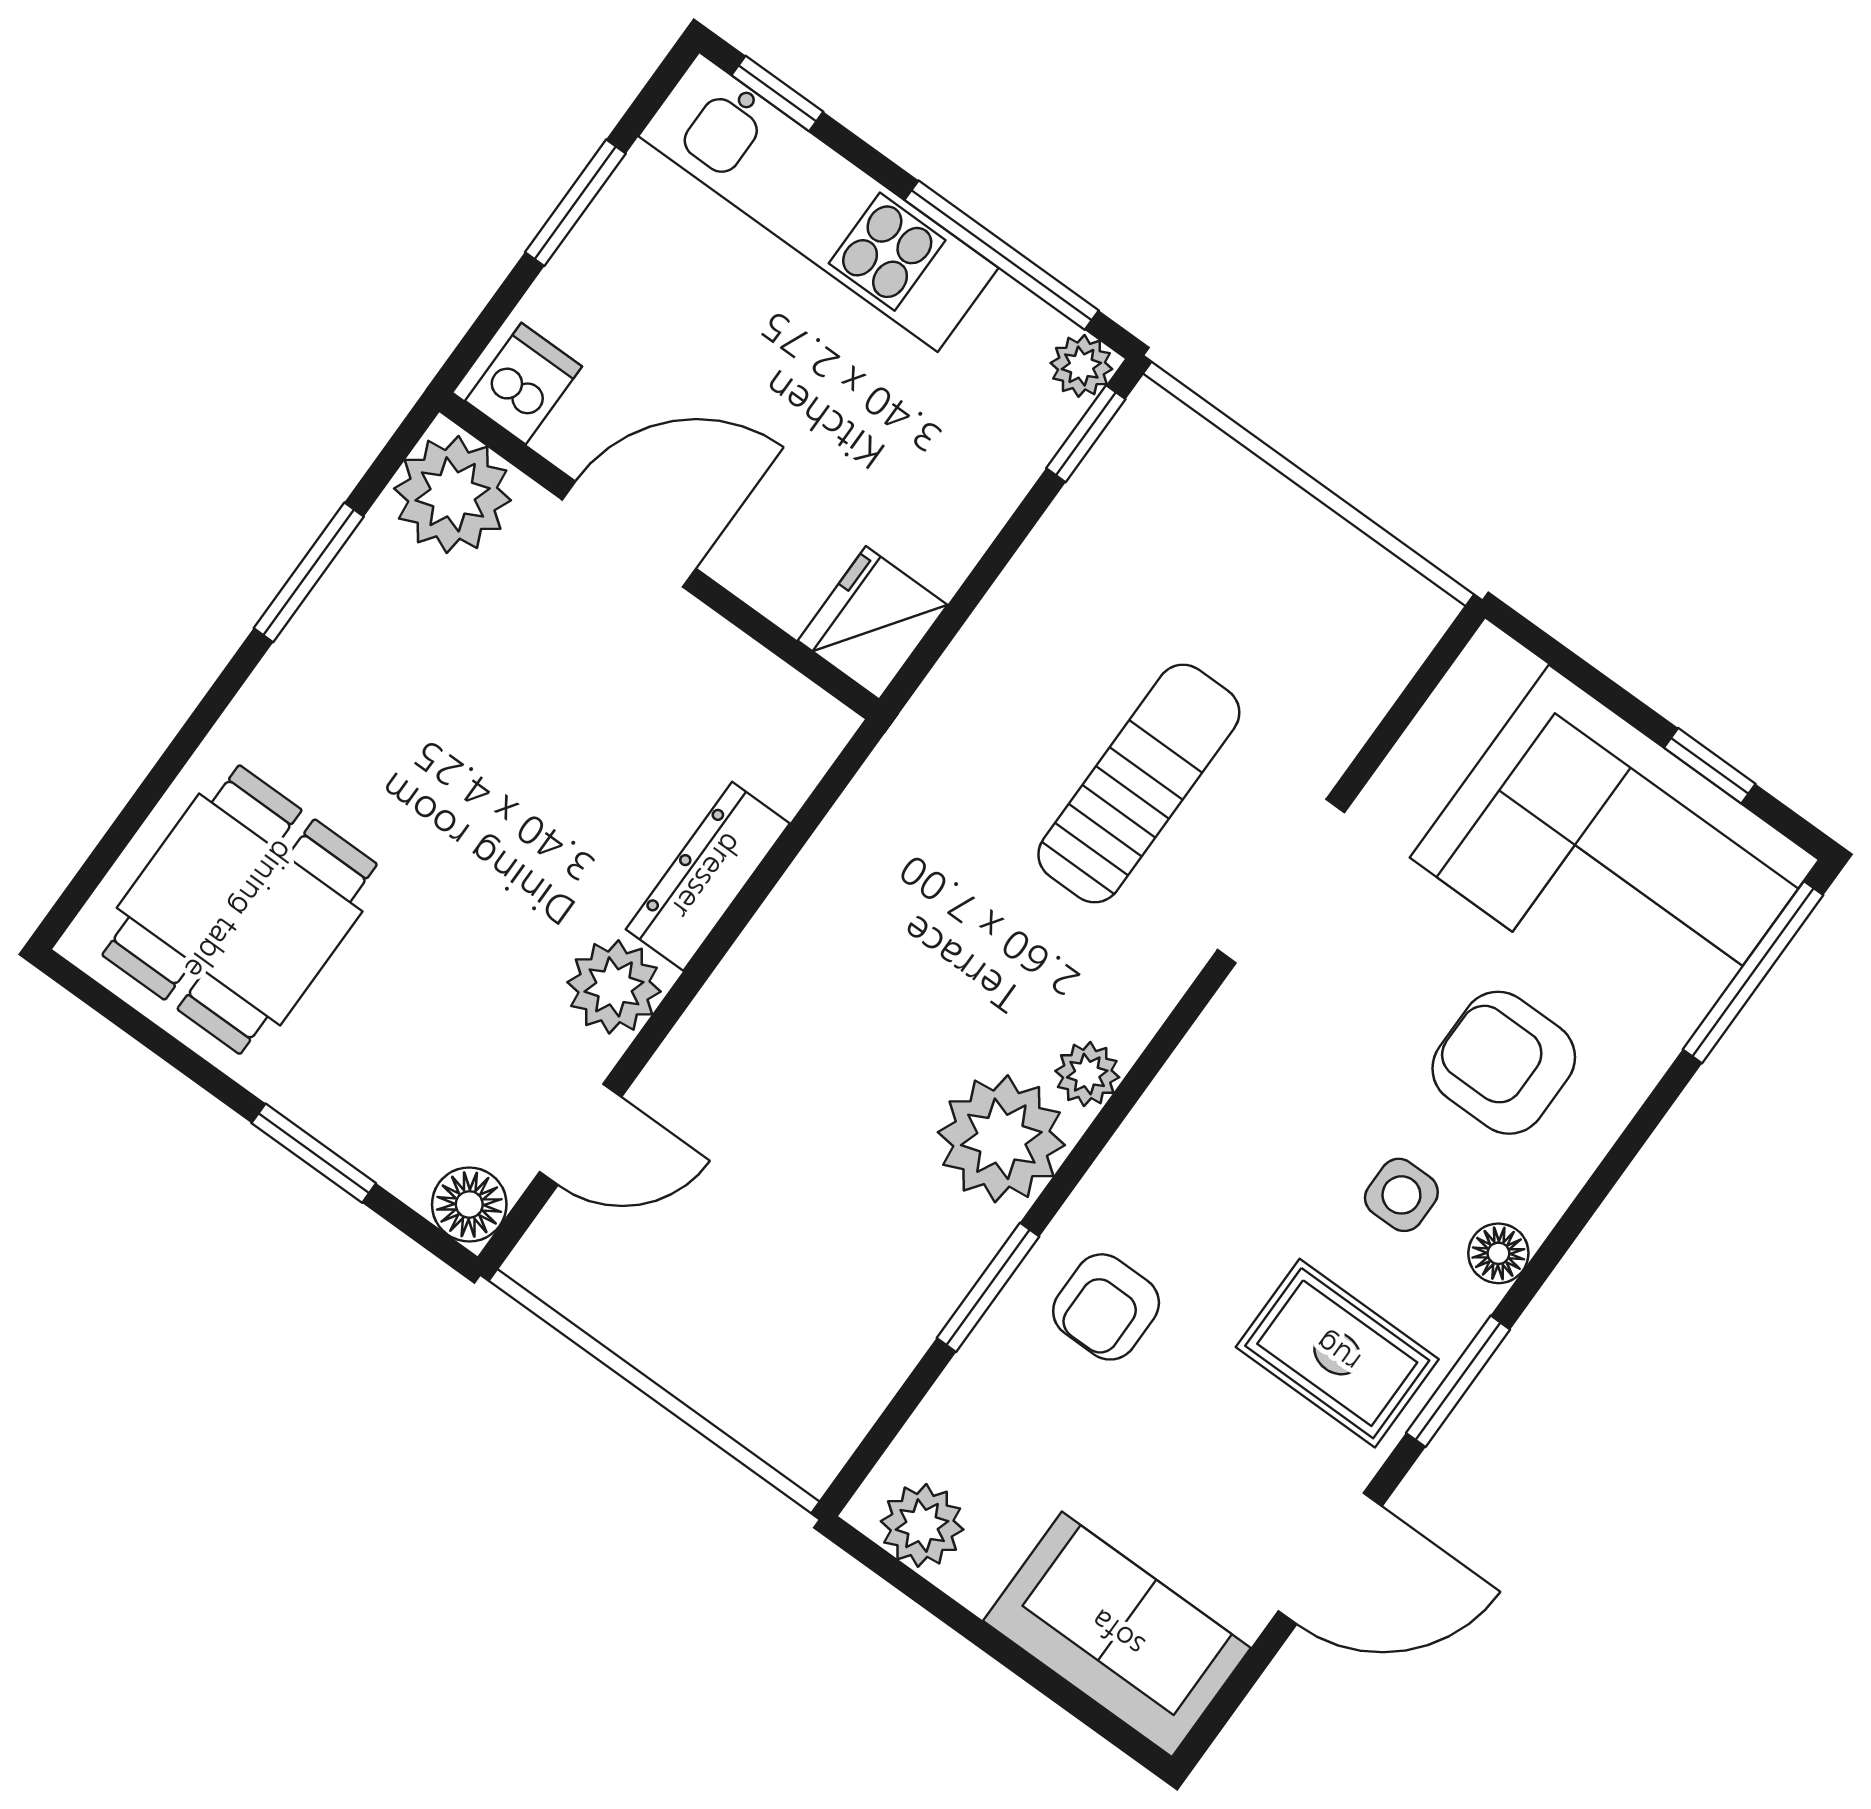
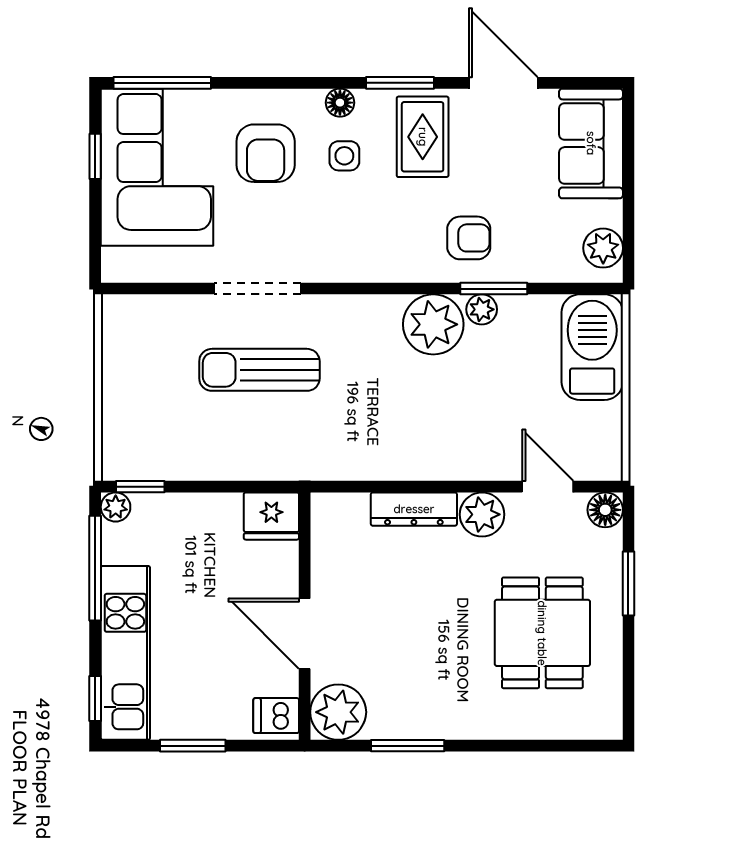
dining table: (240, 910) -> (542, 633), moved, turned 90
plant: (1087, 1074) -> (482, 309), moved
barbecue: (765, 1384) -> (592, 347), added

